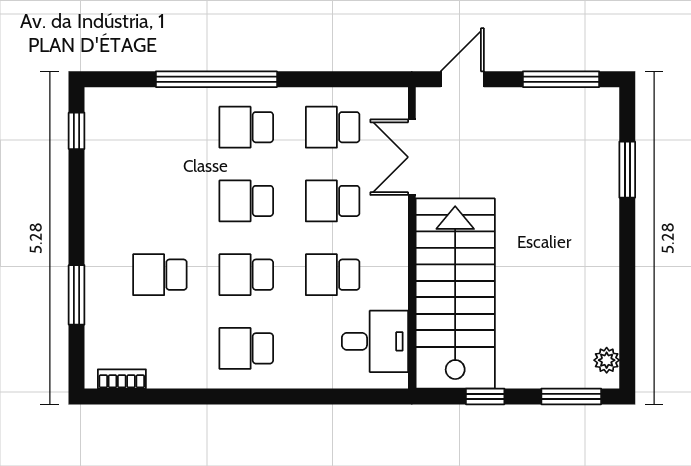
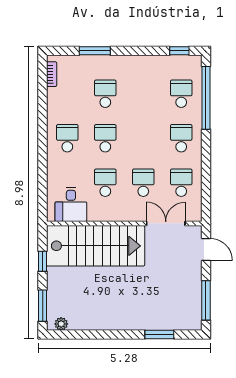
window: (216, 79) -> (206, 98), moved
school desk: (246, 201) -> (181, 94), moved

